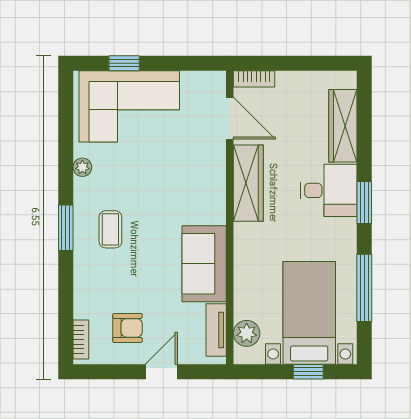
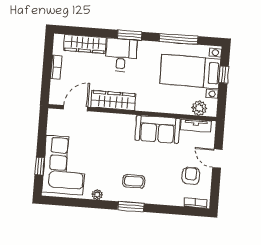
bookcase: (254, 79) -> (56, 67), moved

